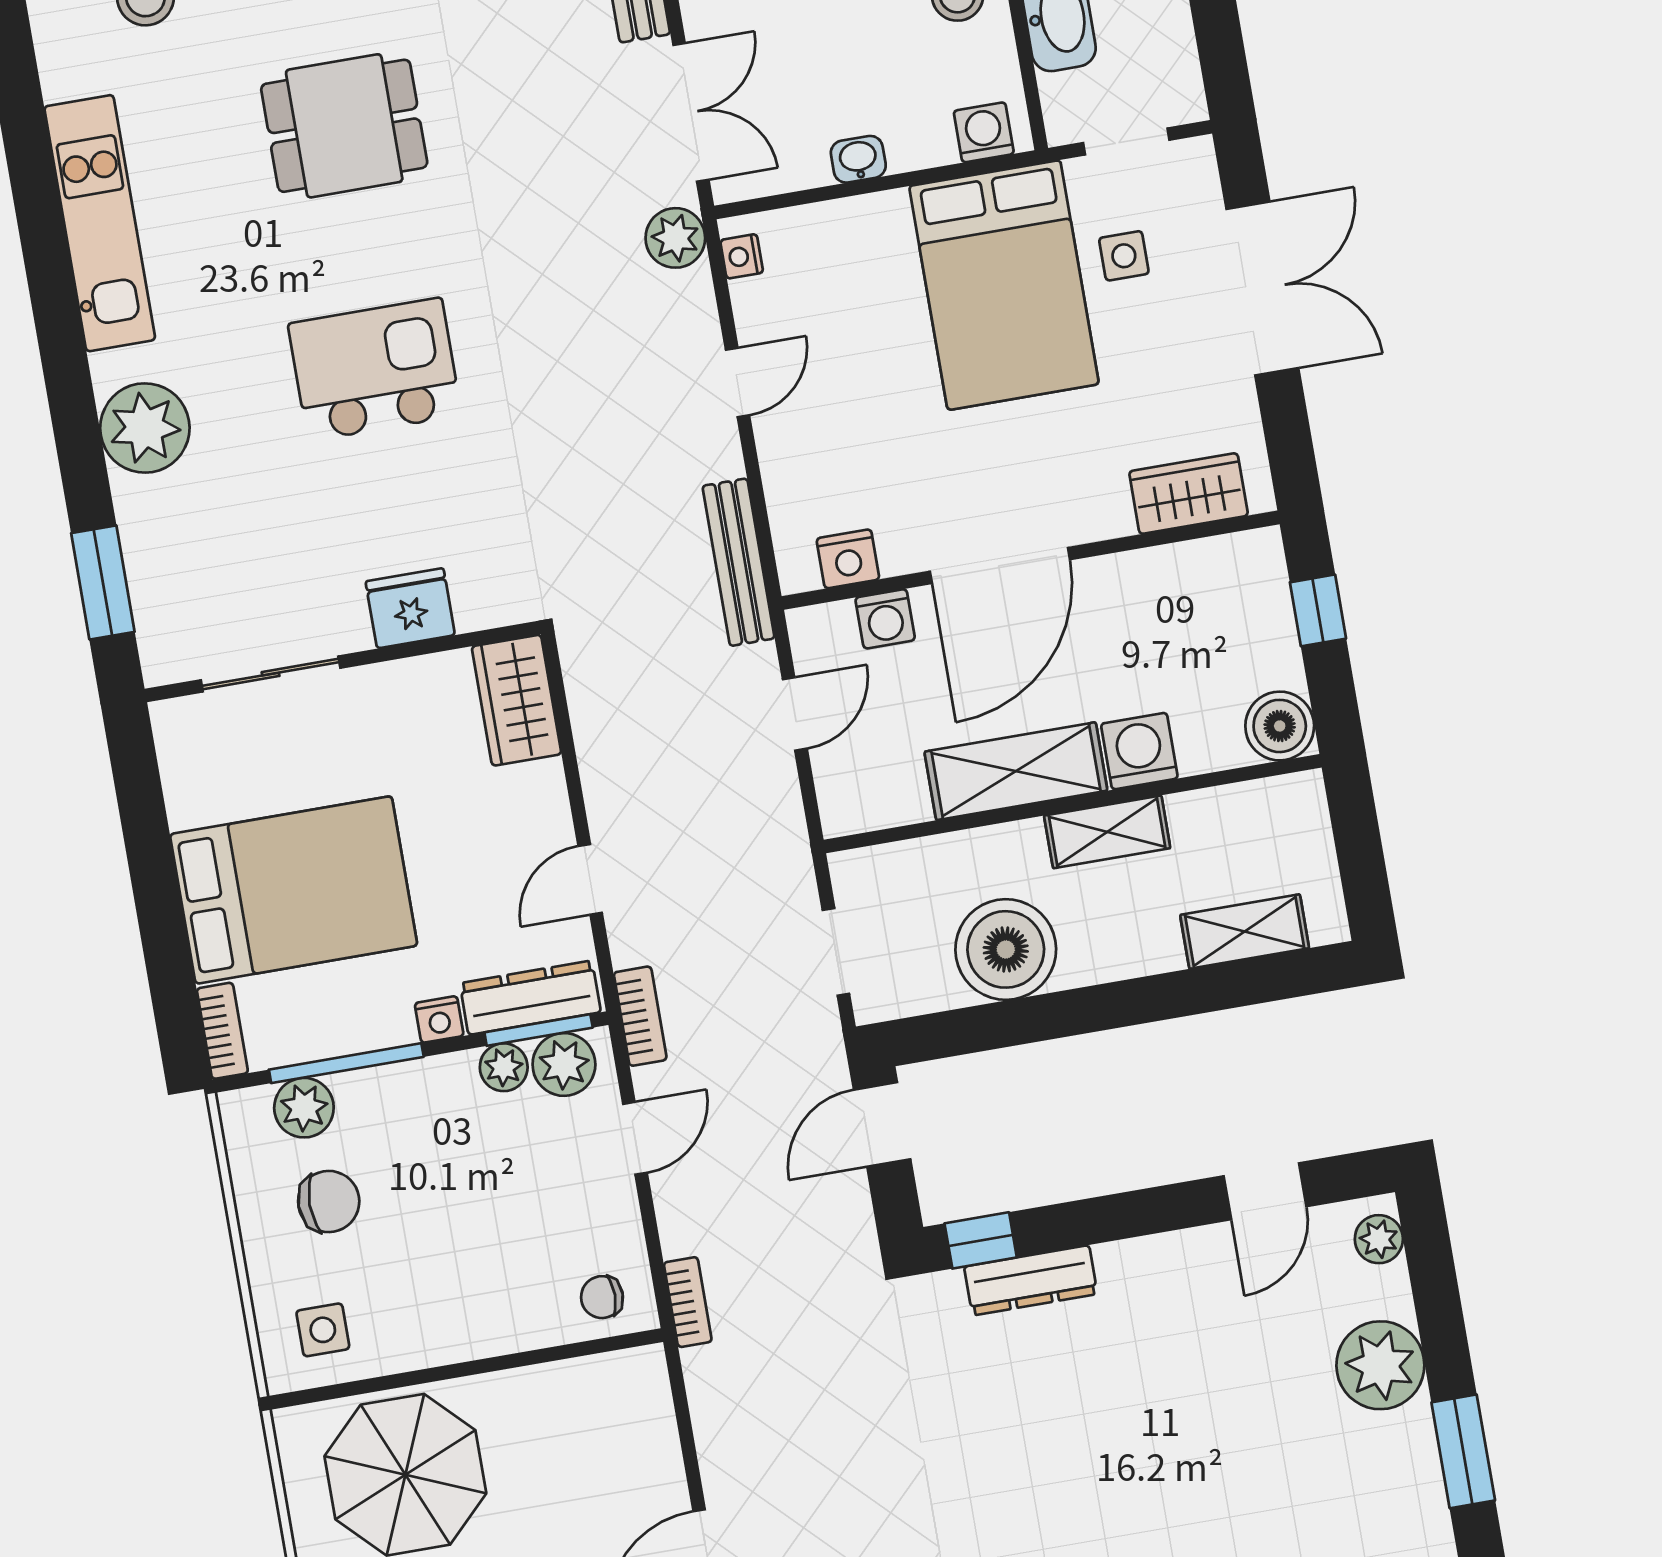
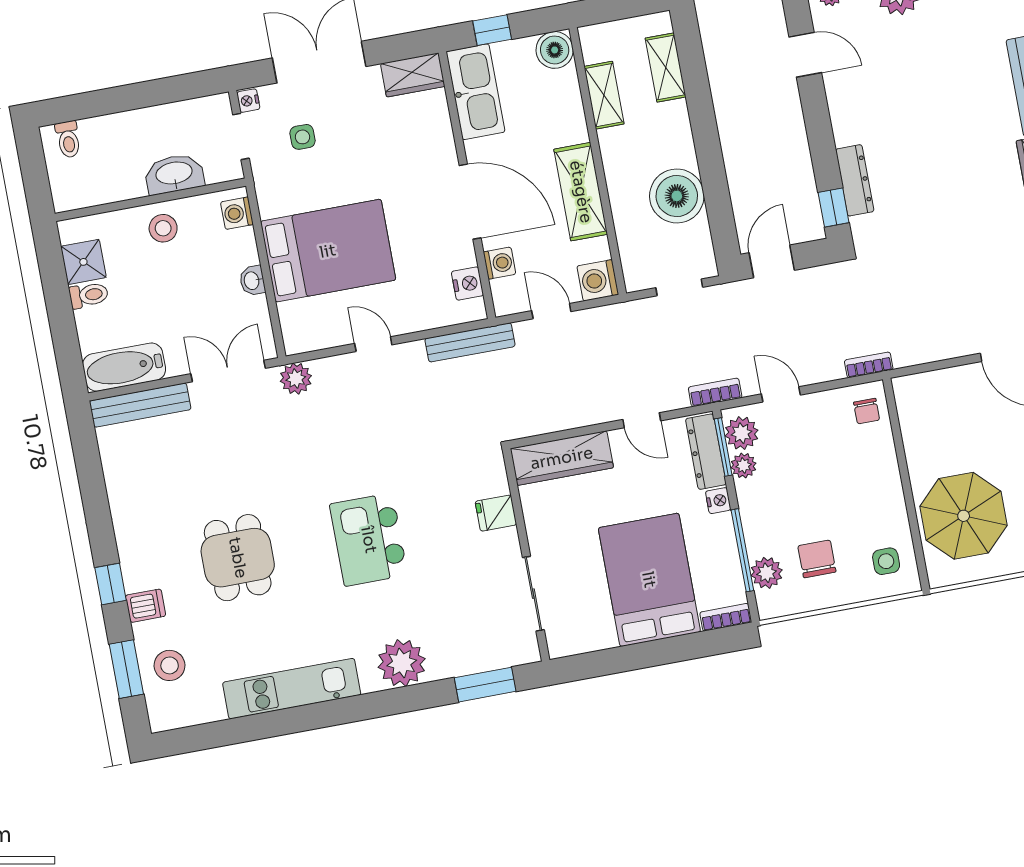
nightstand: (742, 256) -> (248, 101), moved, turned 90
bed: (1004, 285) -> (328, 251), moved
wardrobe: (1189, 494) -> (413, 75), moved, turned -90
kitchen sink: (1204, 578) -> (476, 92), added
fridge: (410, 608) -> (496, 513), width x0.72
wardrobe: (517, 700) -> (562, 458), width x1.50
washing machine: (1139, 751) -> (598, 280), moved
shelving: (1107, 832) -> (604, 95), moved
door: (882, 1124) -> (772, 261), swing flipped

